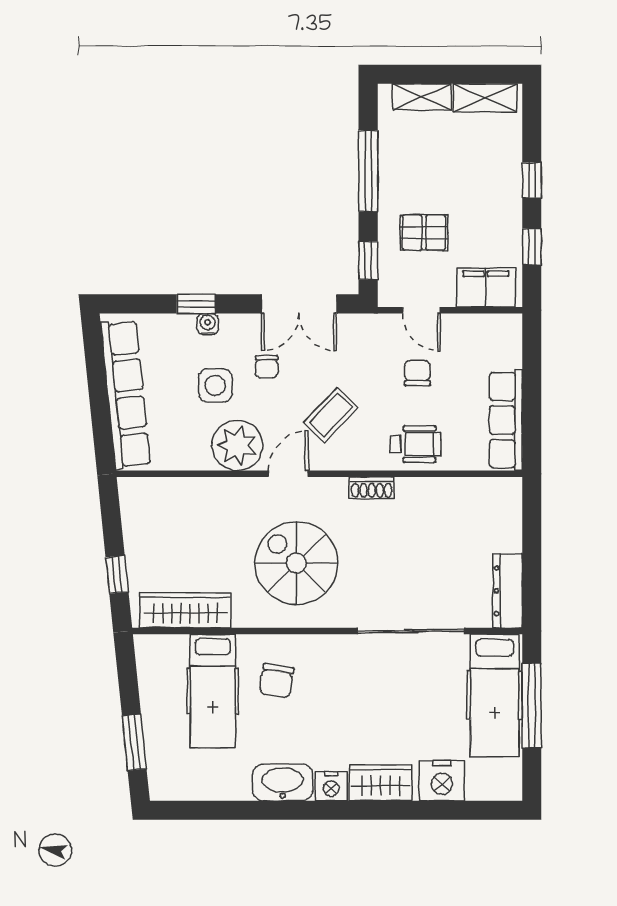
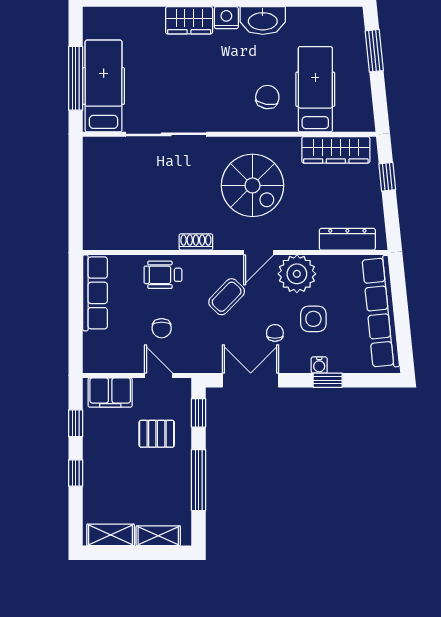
dresser: (508, 591) -> (347, 239), moved, turned -90
nightstand: (442, 781) -> (143, 22), removed

